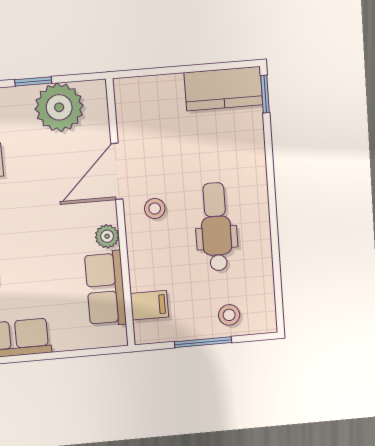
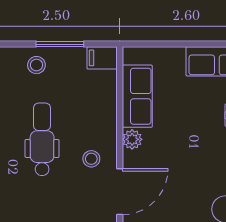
dental chair: (216, 227) -> (42, 139), turned 180
filing cabinet: (149, 305) -> (102, 58), moved

